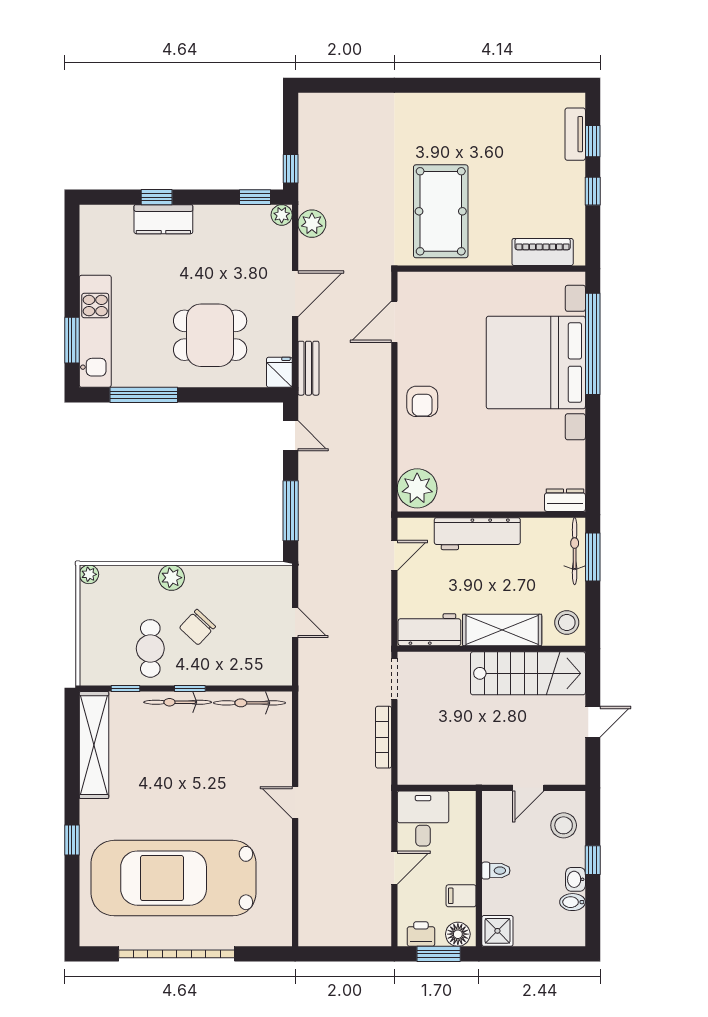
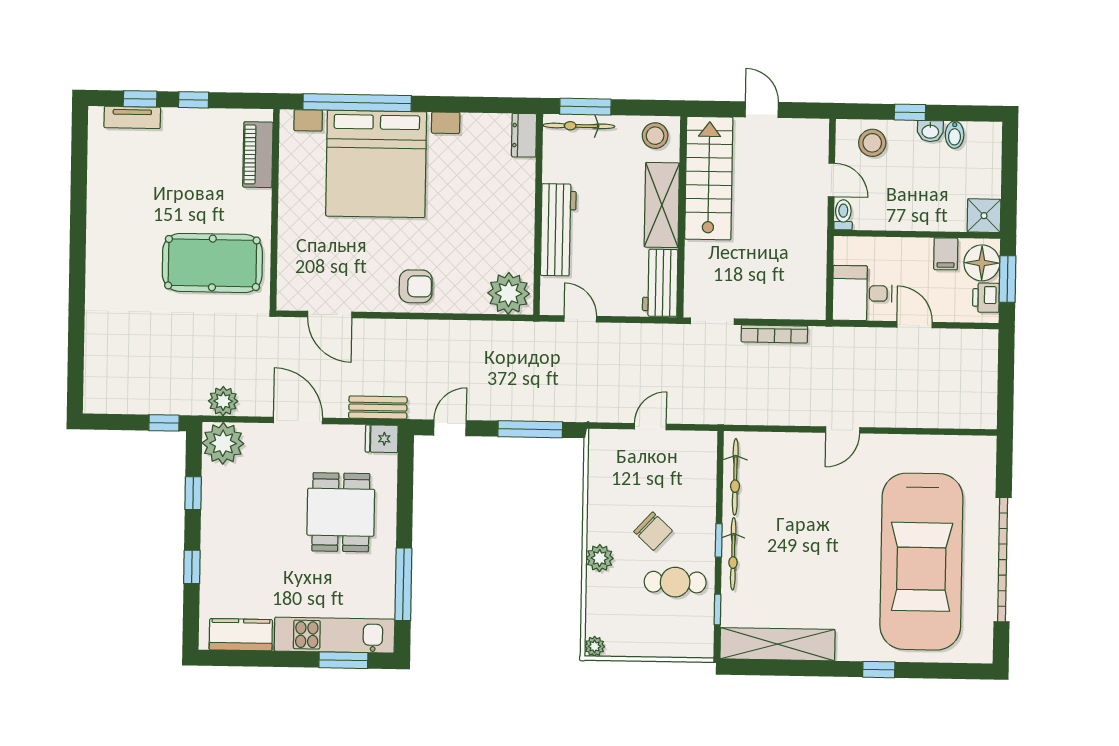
window: (255, 197) -> (193, 493), moved
plant: (282, 215) -> (223, 443), width x1.87, depth x1.87
kitchen counter: (163, 219) -> (241, 635), moved, turned -90
toilet: (496, 871) -> (843, 215), moved
floor lamp: (458, 934) -> (982, 263), width x1.38, depth x1.38

